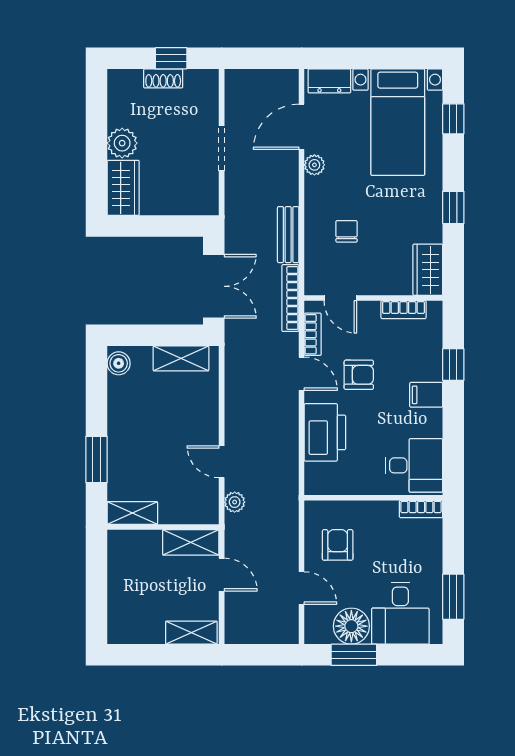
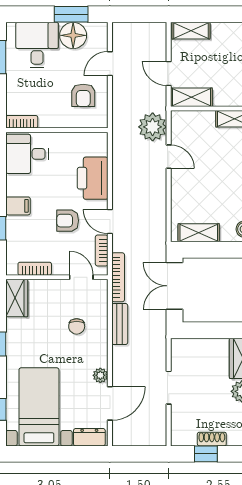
plant: (235, 502) -> (153, 127), width x1.88, depth x1.88
door: (302, 588) -> (110, 64), hinge flipped

